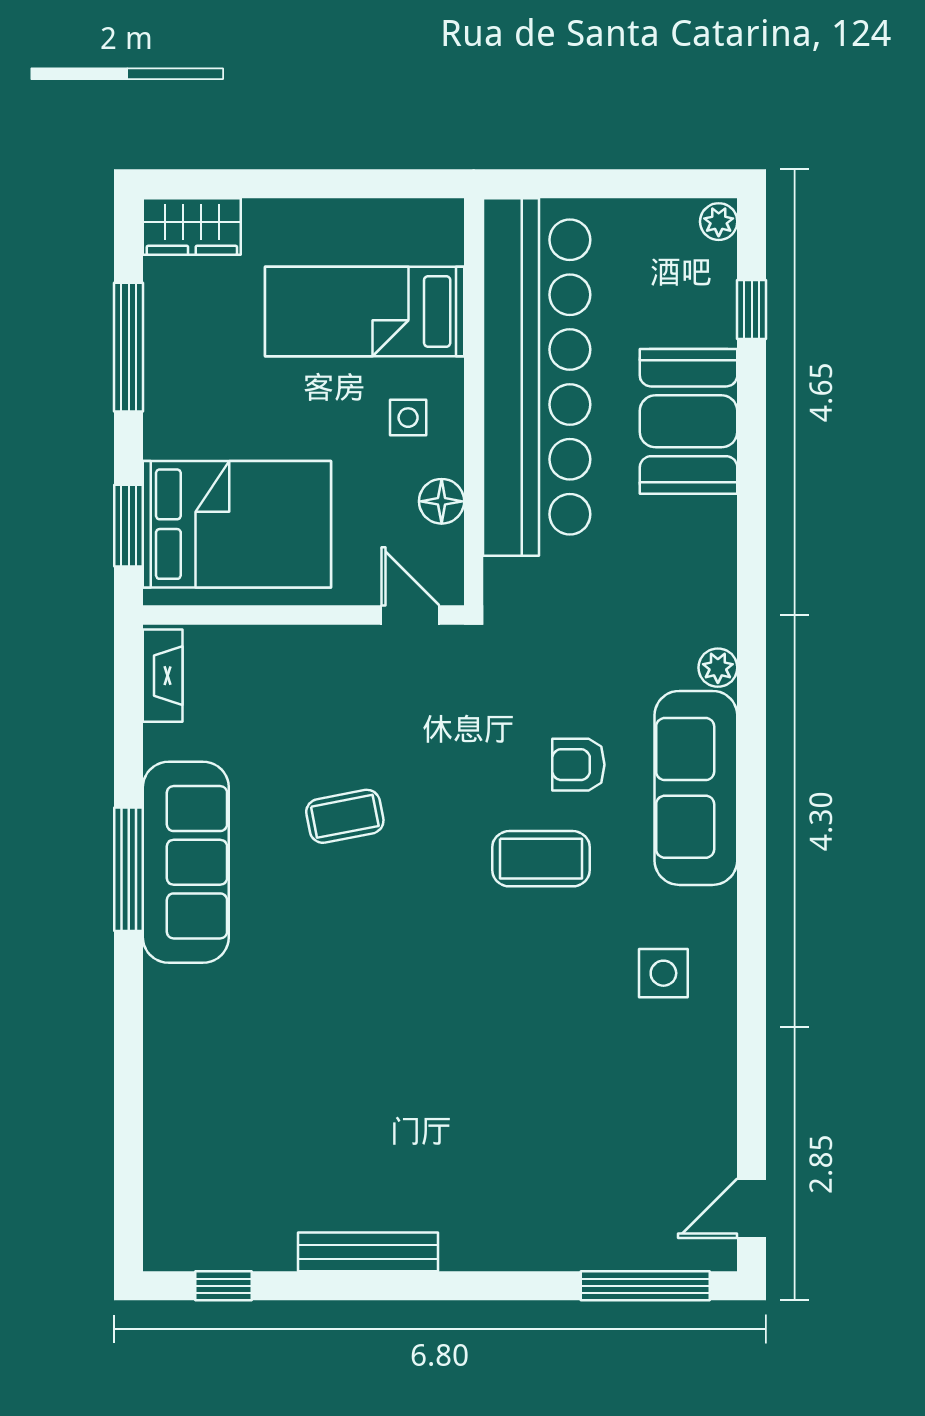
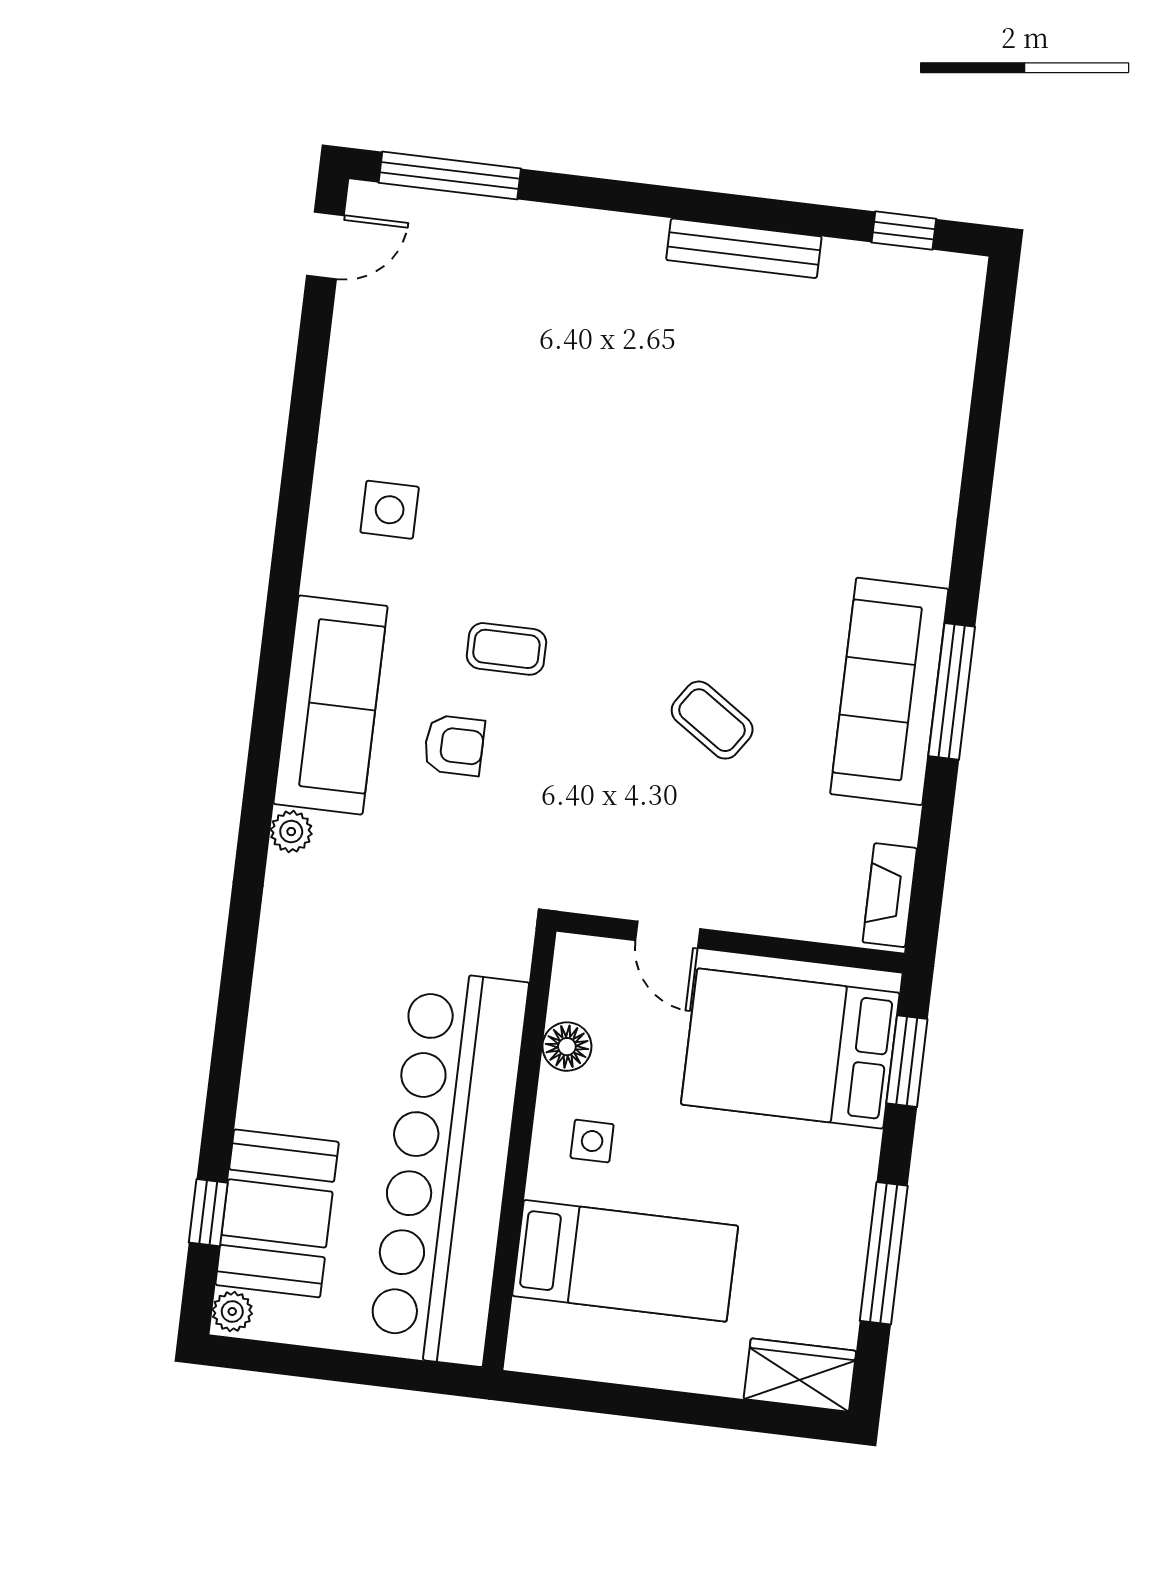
booth: (689, 421) -> (277, 1213), moved
door: (410, 615) -> (668, 935), moved
coffee table: (345, 816) -> (712, 720), turned 45
coffee table: (541, 859) -> (506, 649), width x0.73, depth x0.77

